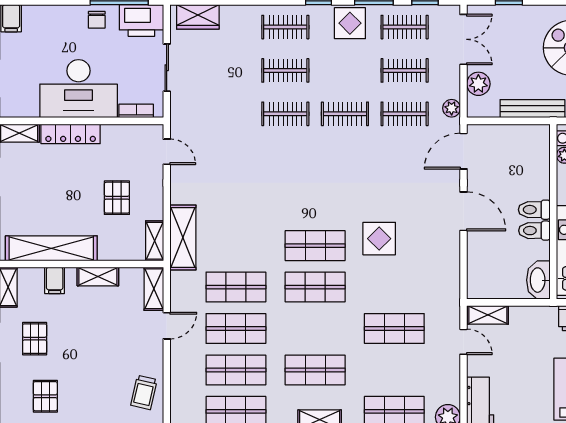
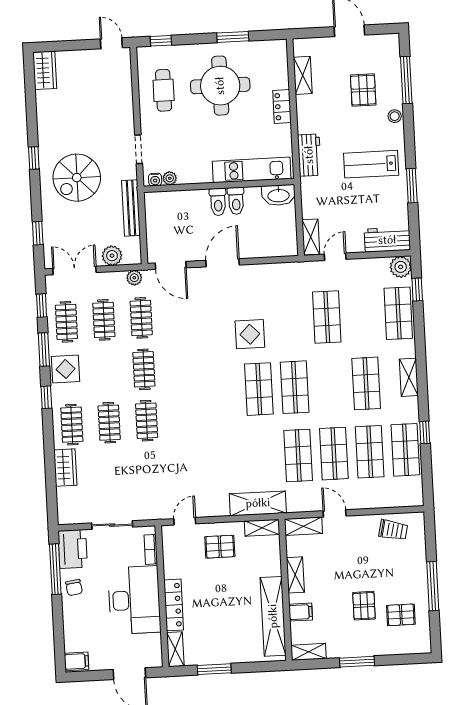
wardrobe: (198, 17) -> (65, 468), moved
chair: (97, 20) -> (74, 588), turned 82
pallet: (117, 198) -> (220, 547), moved
pallet: (35, 339) -> (364, 606), moved, turned 90

